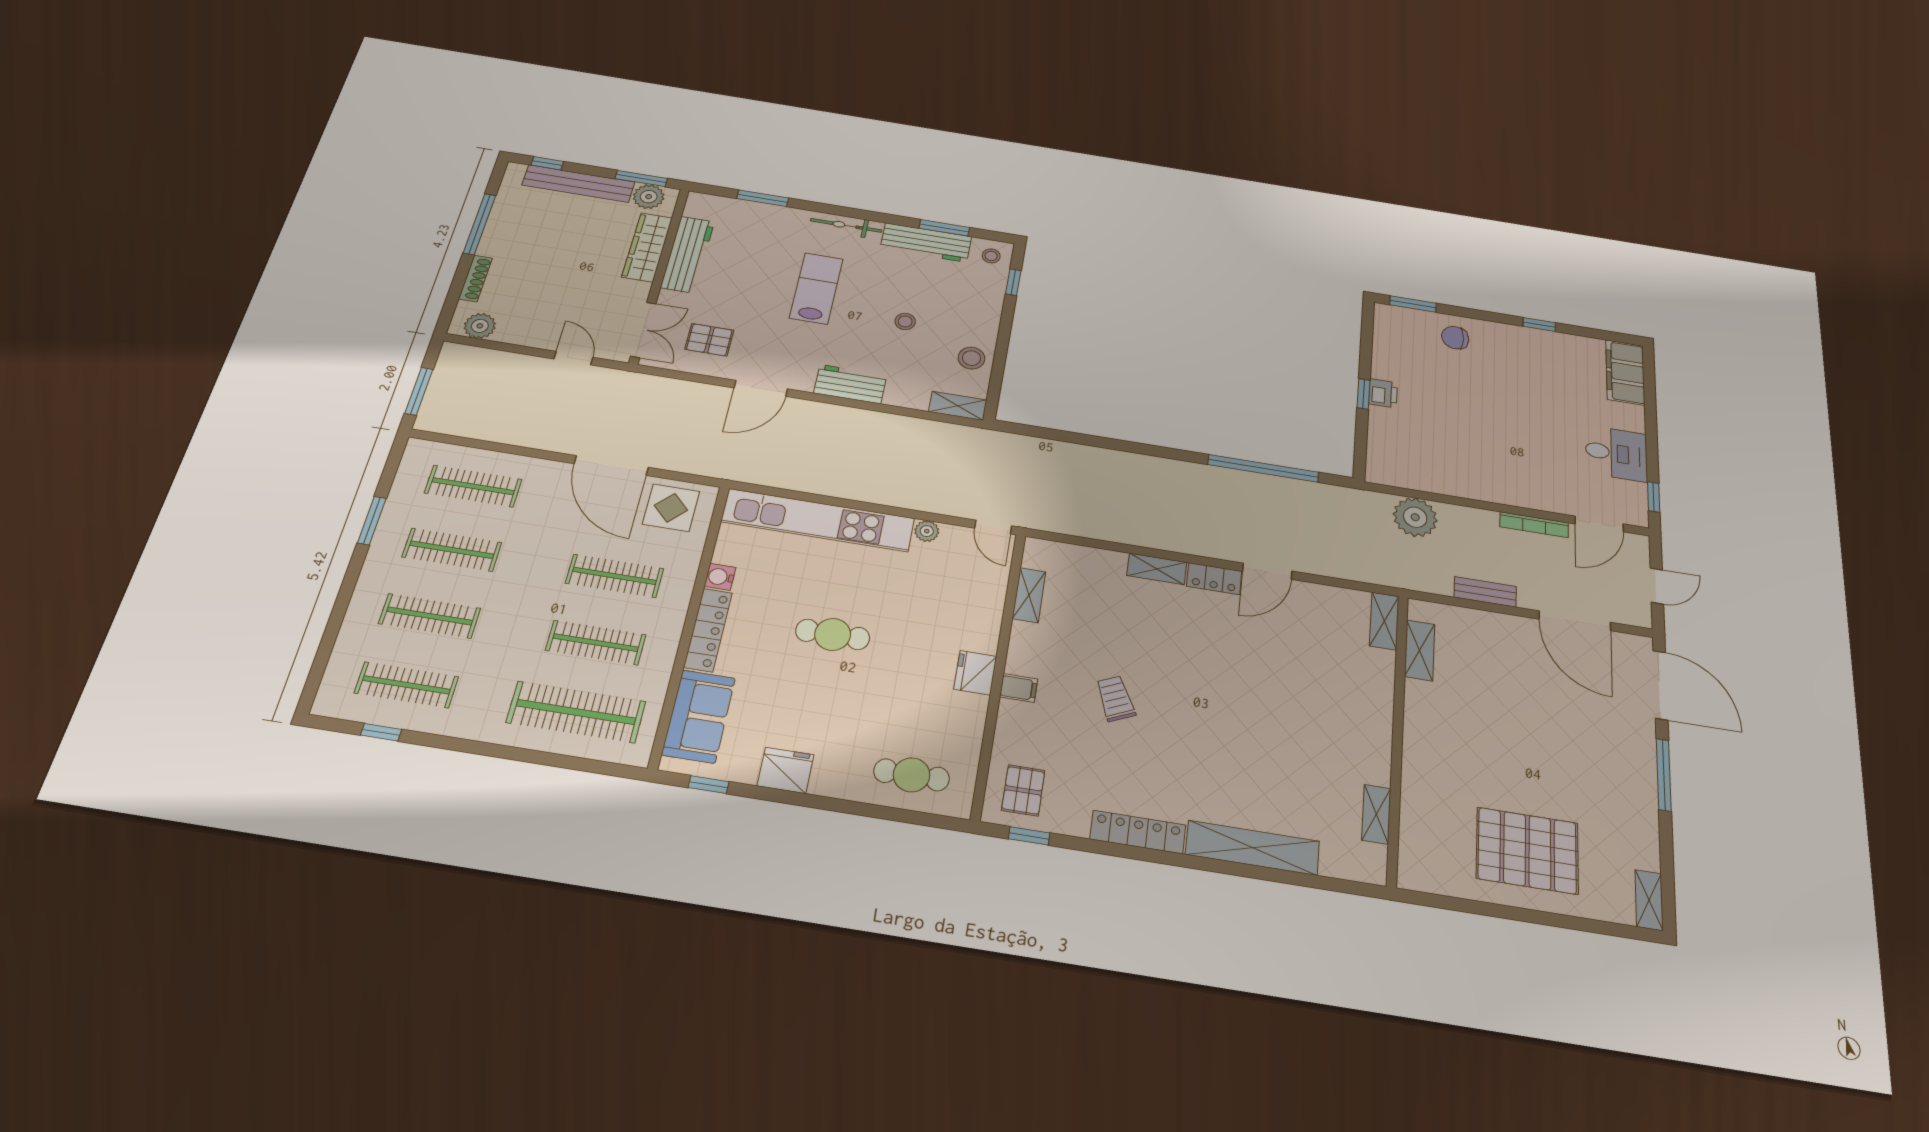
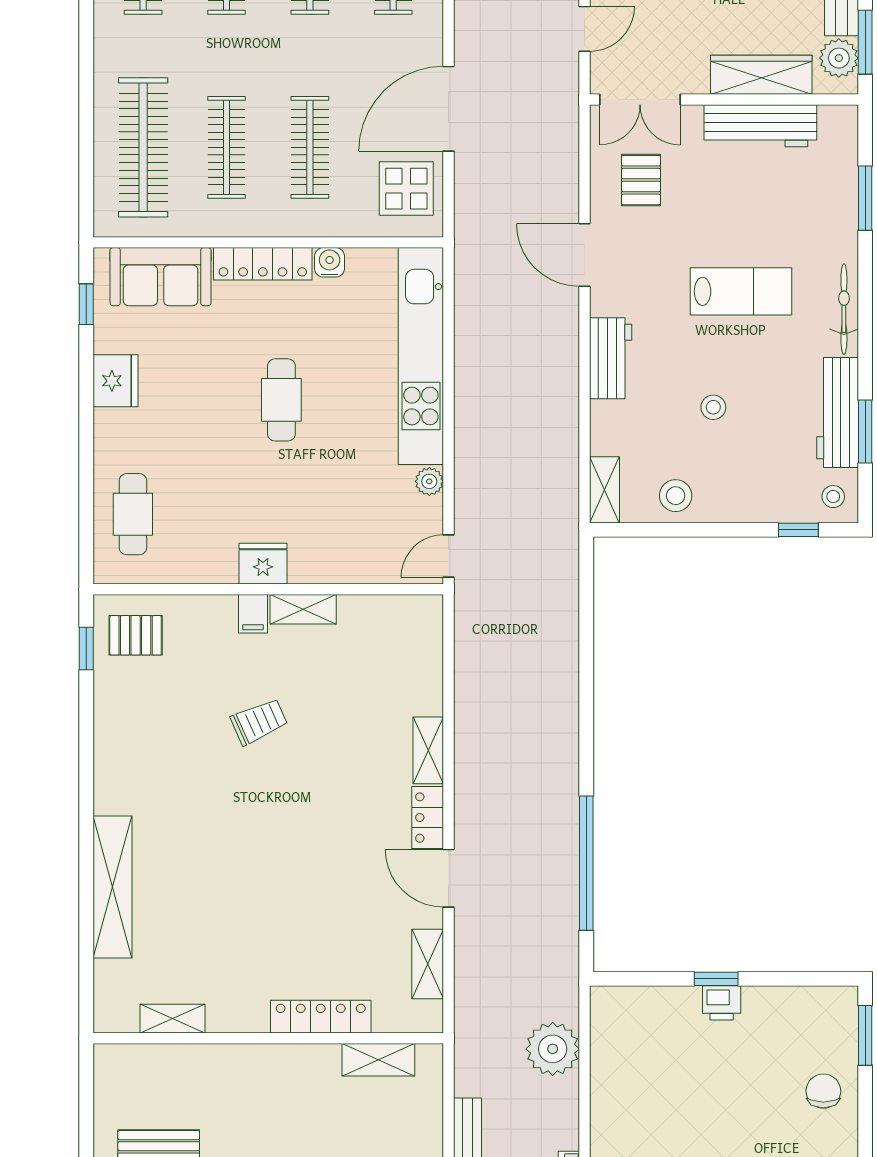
shelving: (1029, 595) -> (303, 609), moved
shelving: (1384, 621) -> (428, 964), moved, turned 90
locker: (1138, 832) -> (321, 1017), moved, turned -90

